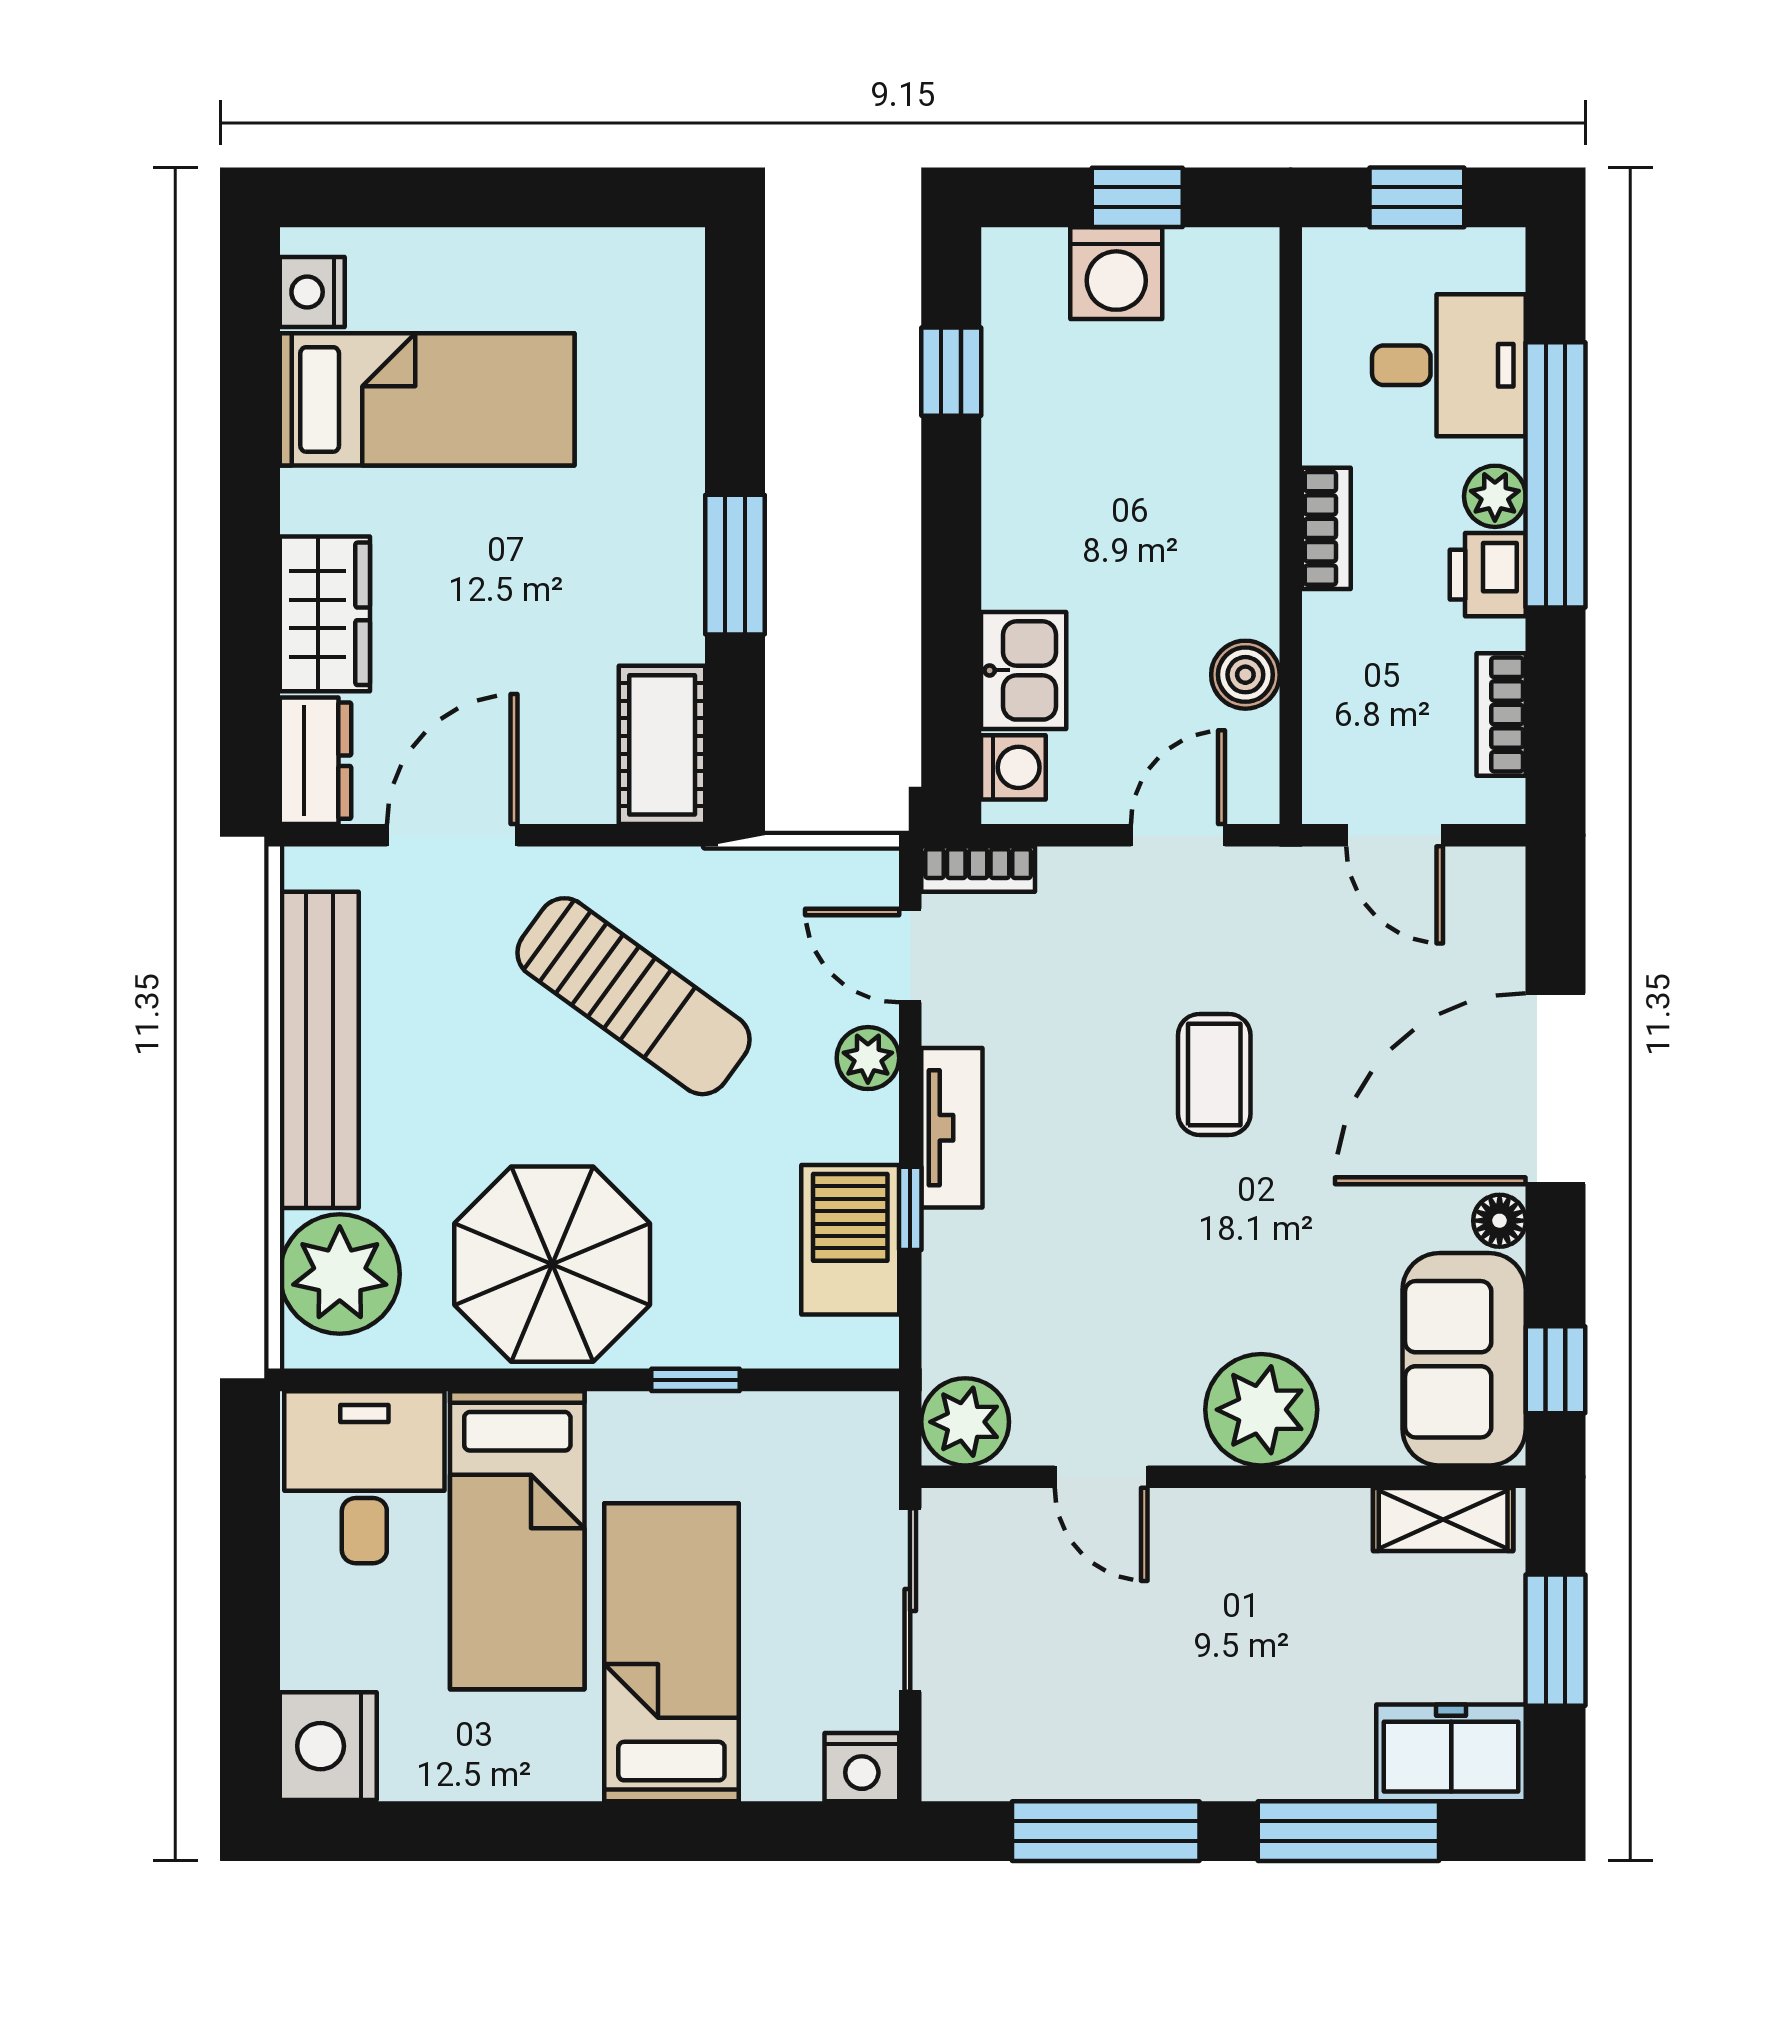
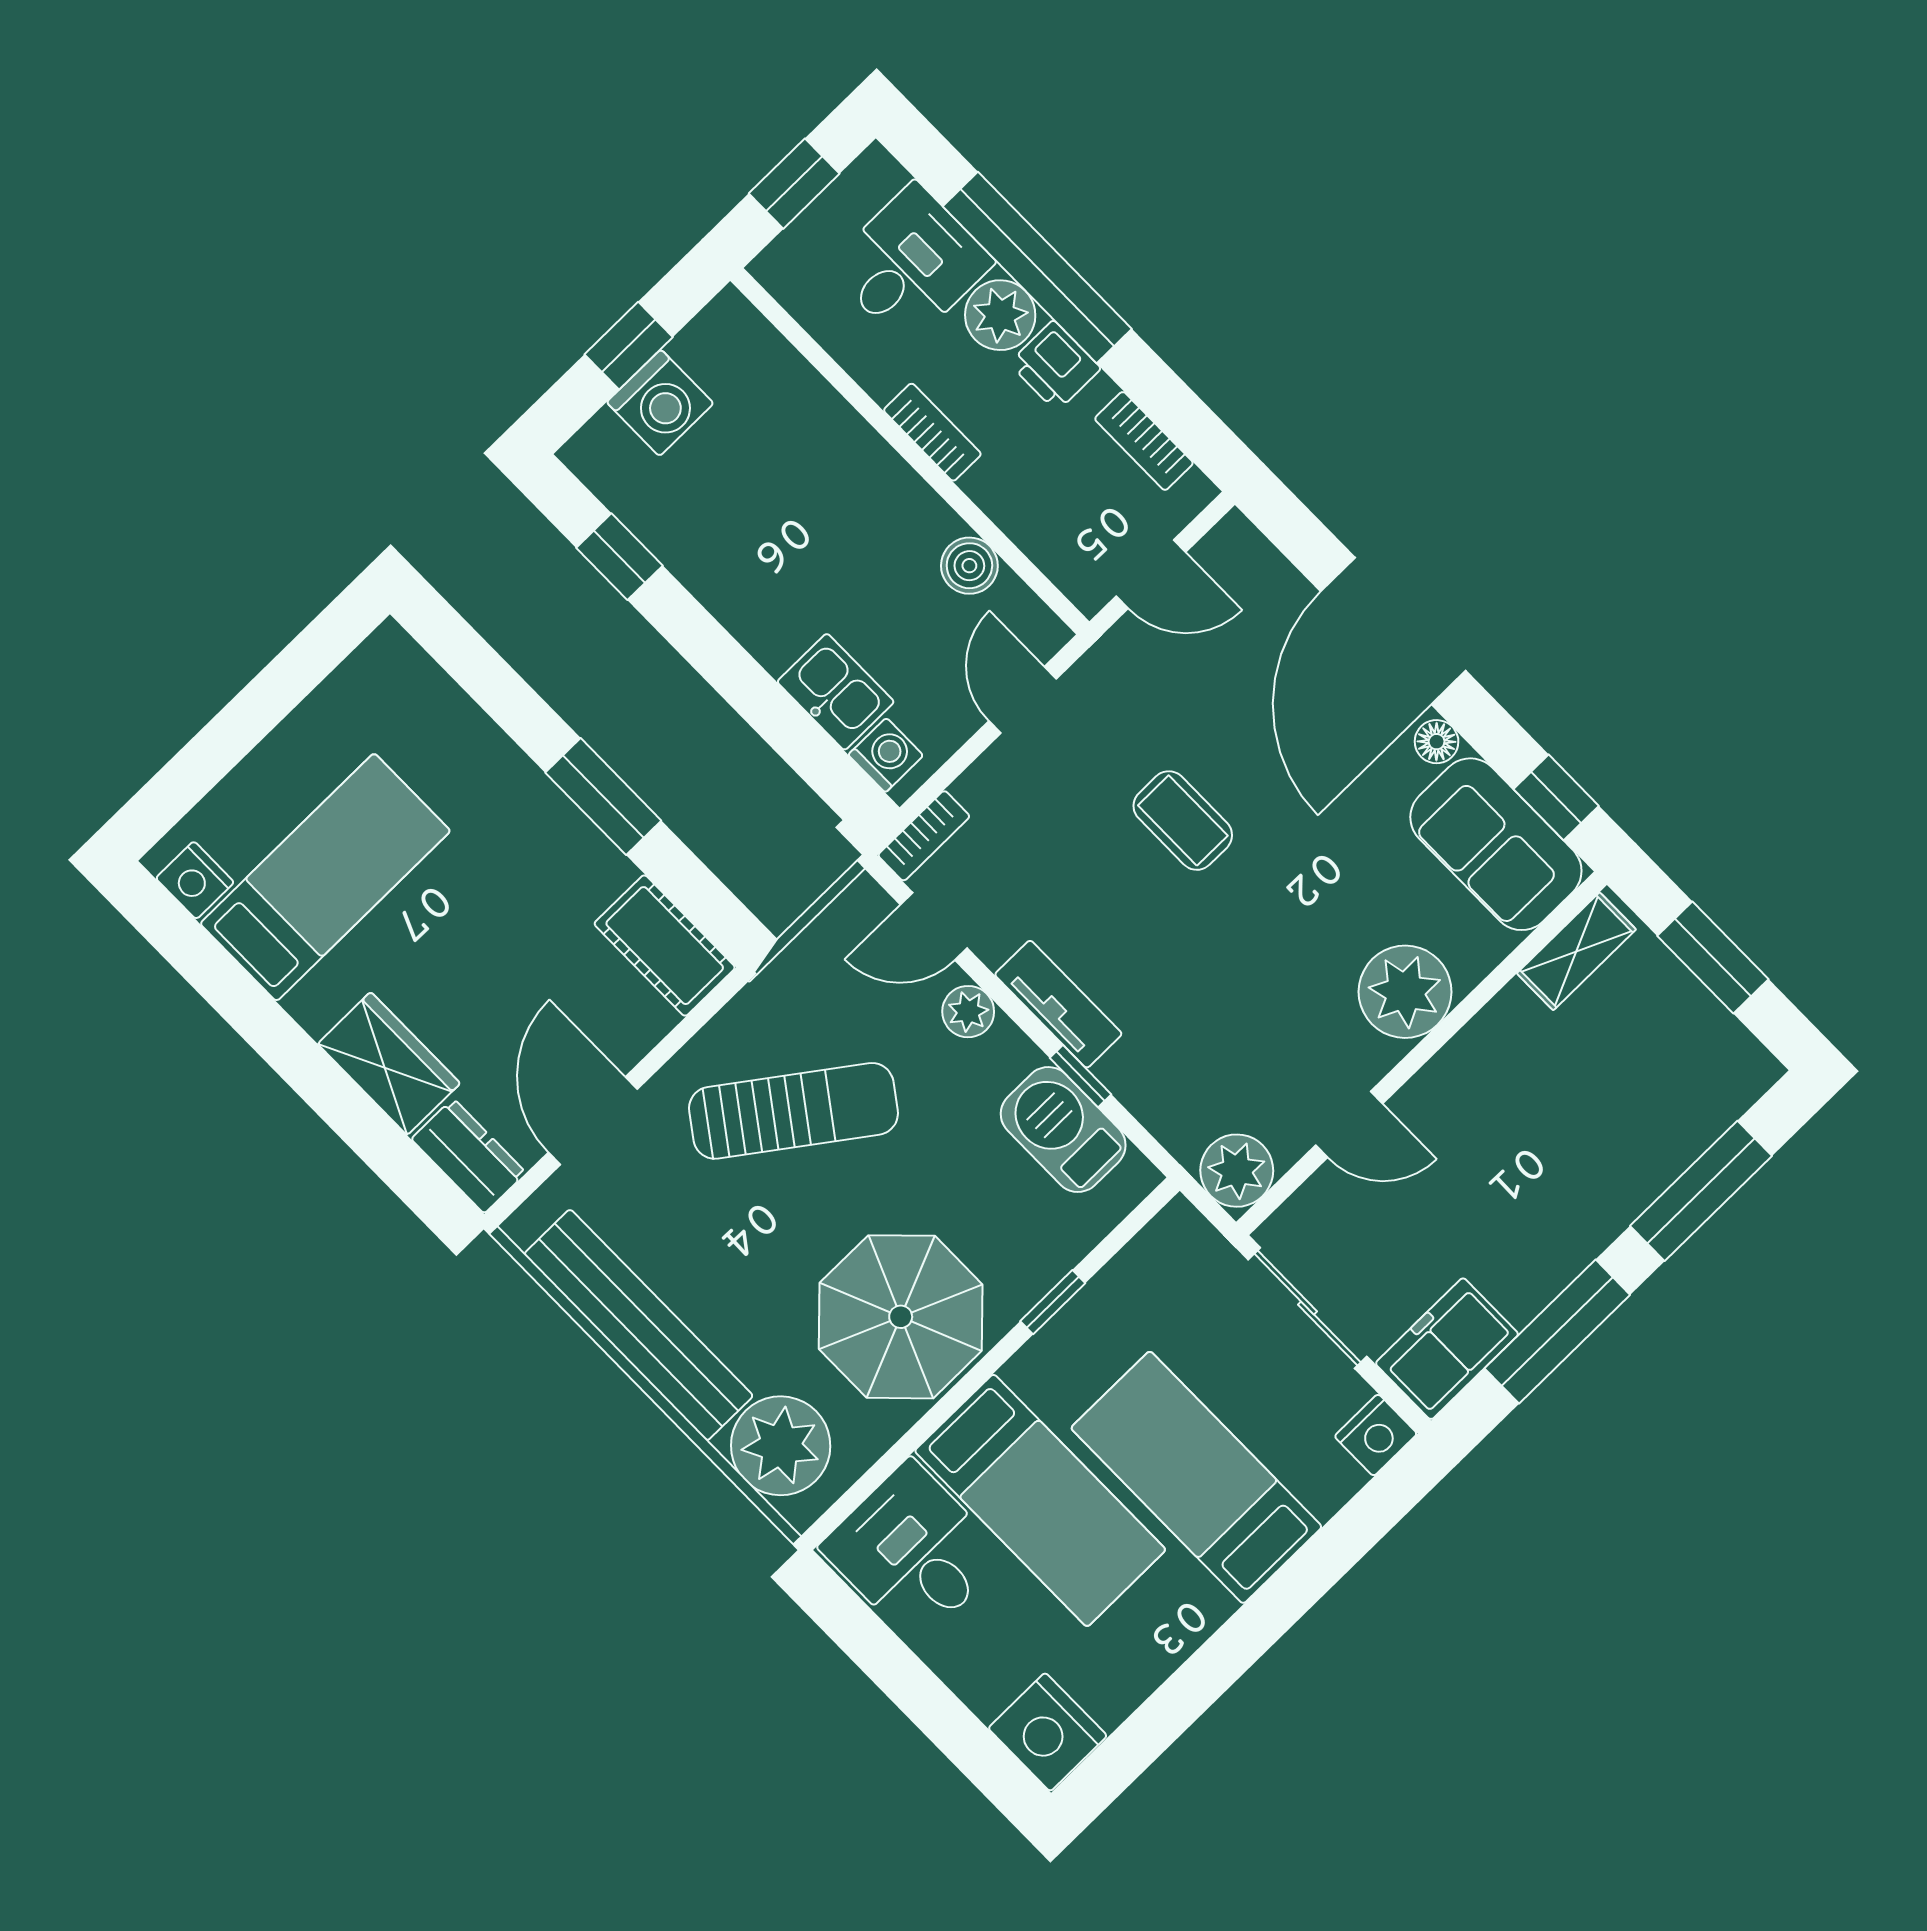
plant: (1495, 496) -> (1000, 315), width x1.38, depth x1.38
freezer: (1451, 1753) -> (1447, 1349), moved

